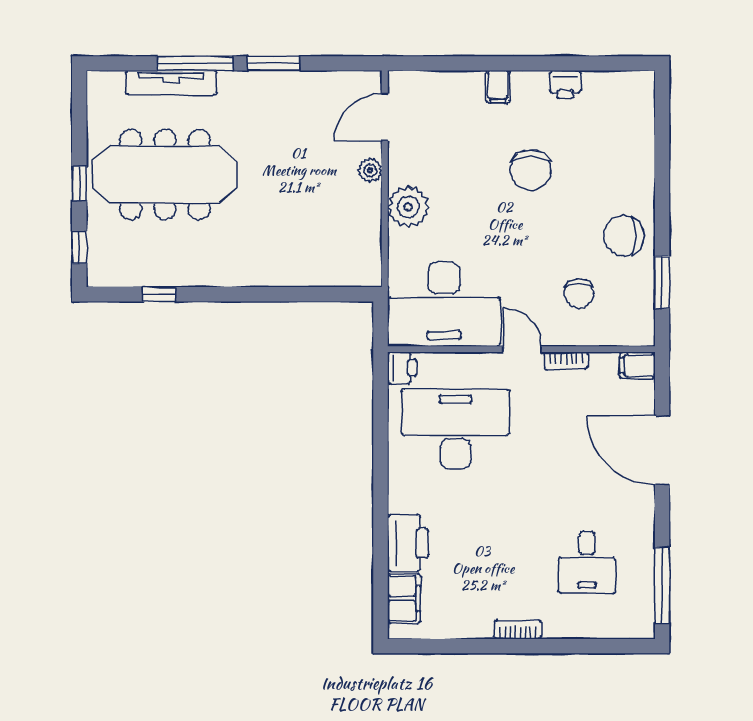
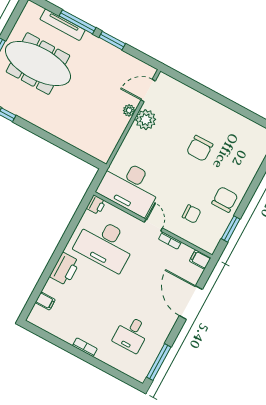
printer: (565, 84) -> (235, 119), removed
filing cabinet: (498, 87) -> (205, 104), removed
plant: (408, 207) -> (146, 120), moved
chair: (624, 236) -> (225, 199), turned 90
chair: (579, 293) -> (192, 214), turned -92
desk: (456, 429) -> (105, 244), turned 180
printer: (408, 543) -> (65, 269), moved
filing cabinet: (404, 599) -> (45, 301), width x0.50

